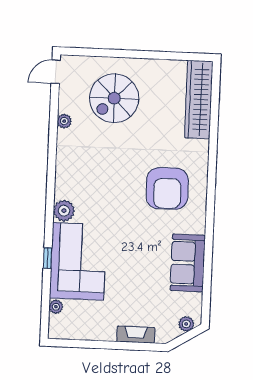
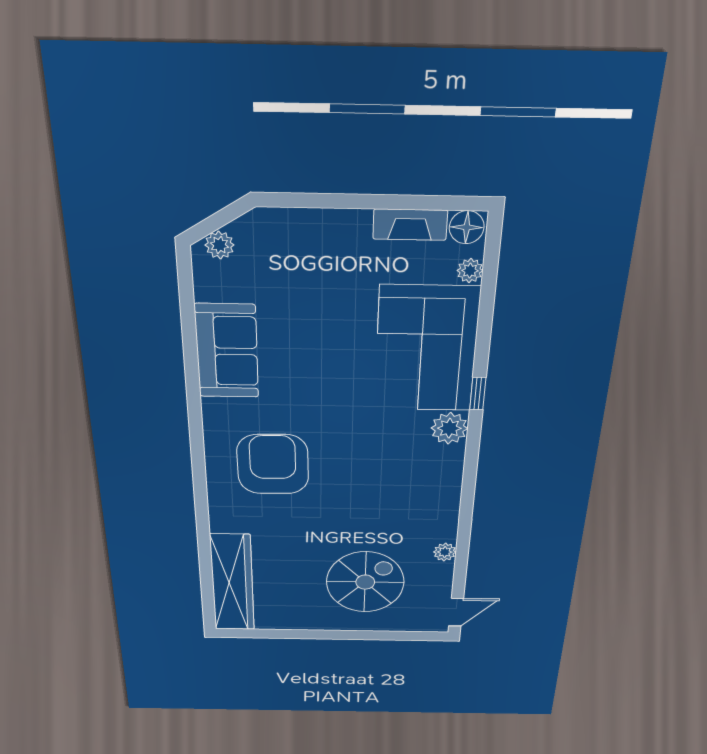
window: (48, 258) -> (478, 394), moved
floor lamp: (59, 330) -> (467, 227), added
fireplace: (136, 335) -> (410, 225), moved

